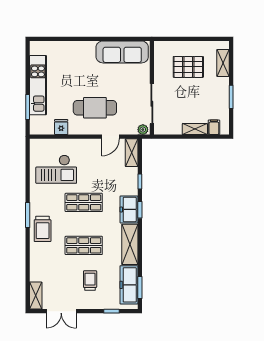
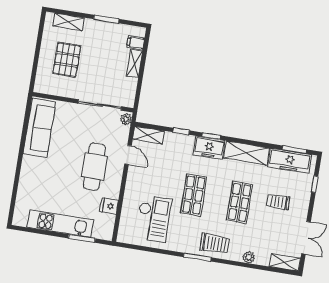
plant: (35, 262) -> (249, 257), added

